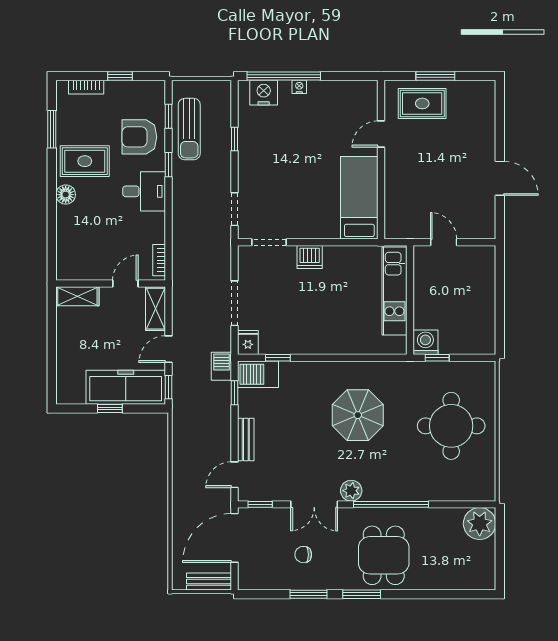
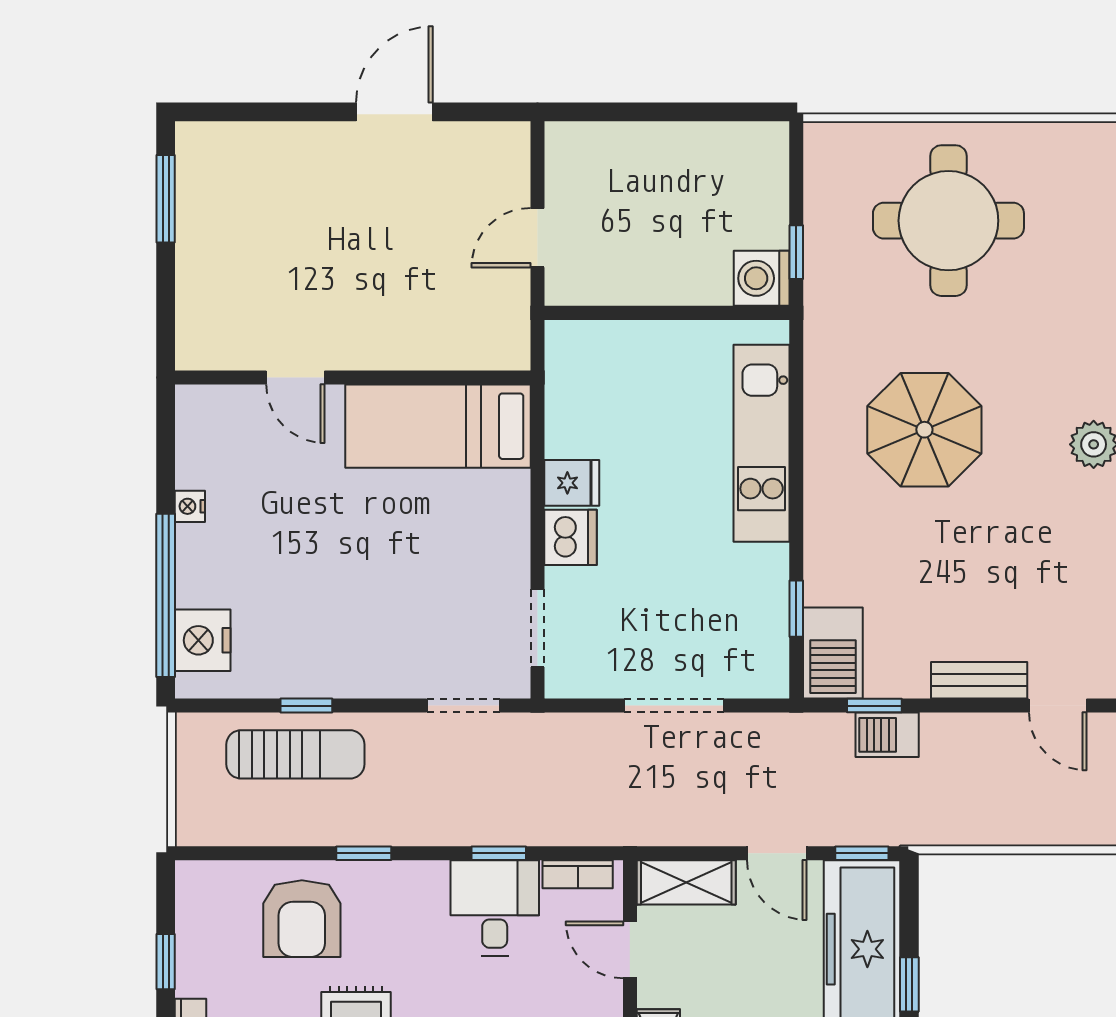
window: (435, 76) -> (166, 199), moved
nightstand: (299, 87) -> (190, 506), moved
rug: (422, 103) -> (227, 285), removed
window: (168, 116) -> (499, 853), moved
sun lounger: (189, 129) -> (295, 754), moved
desk: (144, 191) -> (495, 908), moved
kitchen unit: (394, 291) -> (762, 443), moved, turned 90
fridge: (248, 342) -> (572, 483), moved, turned 180
barbecue: (221, 366) -> (887, 735), moved

